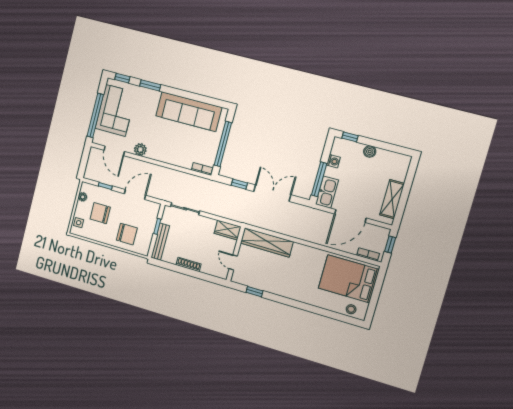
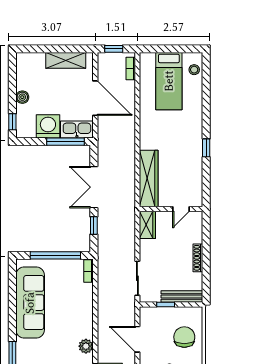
washing machine: (333, 161) -> (48, 126), width x1.89, depth x1.89
bed: (349, 279) -> (169, 81), width x0.67
window: (254, 292) -> (206, 148), moved

